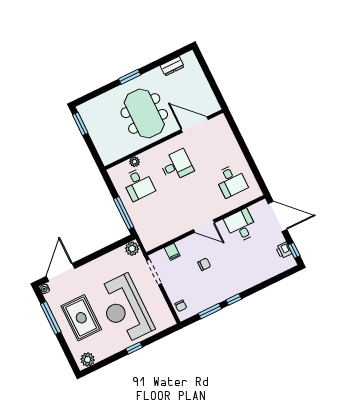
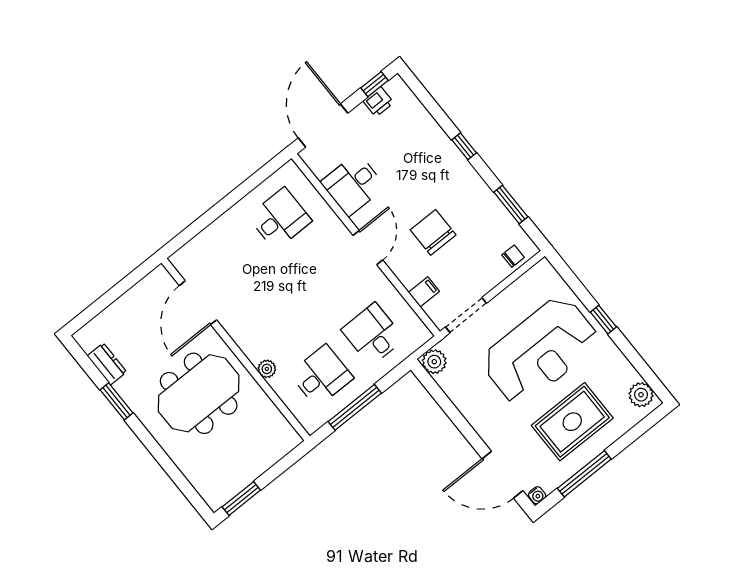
window: (130, 77) -> (117, 401), moved
plant: (135, 162) -> (267, 369), moved
desk: (177, 165) -> (373, 334), moved
window: (124, 213) -> (355, 407), moved
chair: (204, 264) -> (433, 232), width x1.87, depth x1.87
window: (234, 299) -> (464, 146), moved

